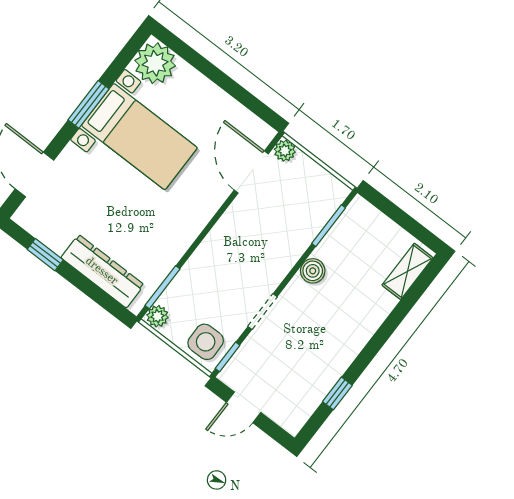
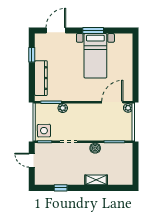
plant: (155, 63) -> (124, 42), removed
shelving: (407, 271) -> (96, 180), moved
plant: (157, 316) -> (63, 108), moved

